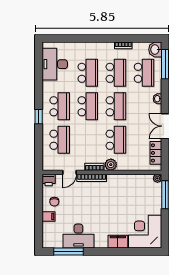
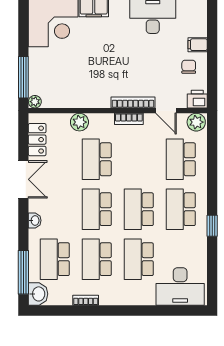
desk: (55, 64) -> (180, 286), moved, turned 90
window: (39, 117) -> (212, 226), moved
plant: (49, 165) -> (196, 122), added
plant: (111, 165) -> (79, 122), moved
door: (69, 172) -> (166, 111), swing flipped

